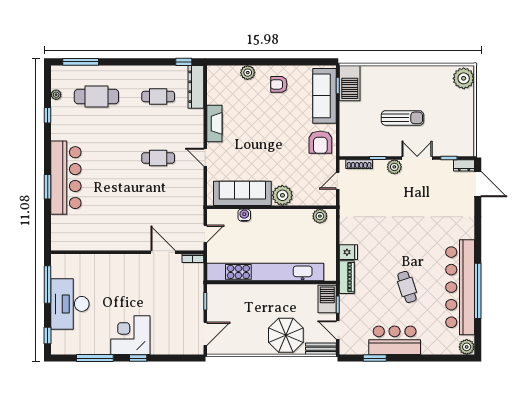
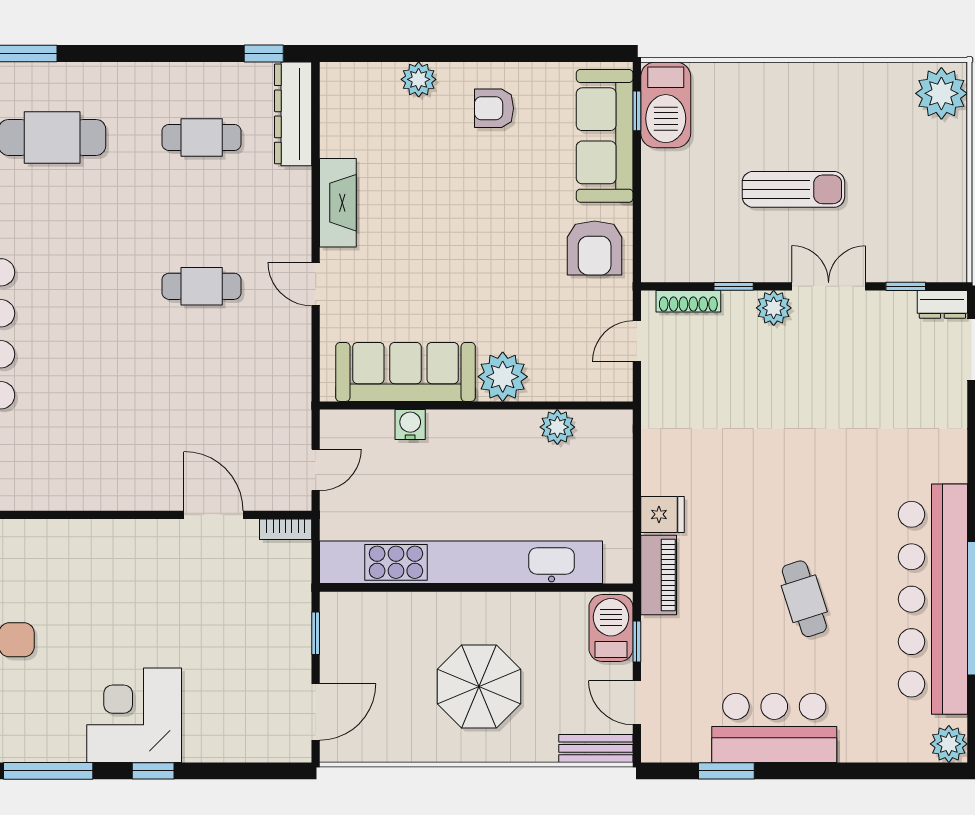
plant: (320, 216) -> (557, 427), moved
parasol: (286, 335) -> (479, 686), moved

